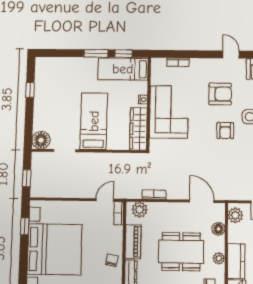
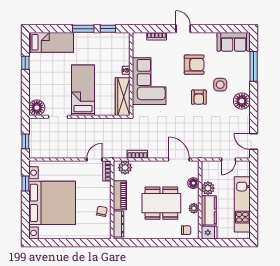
door: (231, 55) -> (183, 29), moved
bed: (123, 69) -> (51, 42), moved, turned 180
plant: (235, 215) -> (208, 188), moved

